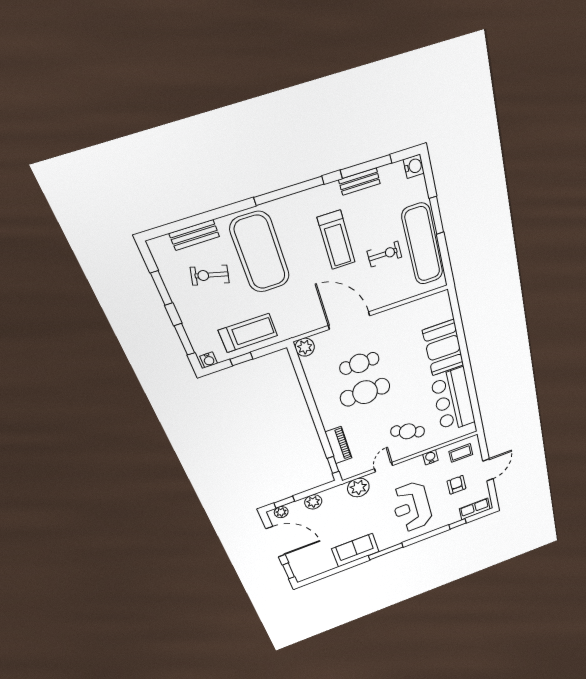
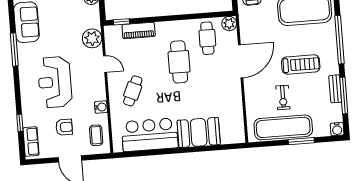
treadmill: (336, 240) -> (301, 64), turned 180
cafe table: (359, 363) -> (207, 38), moved
reception desk: (412, 507) -> (55, 82), turned -90

